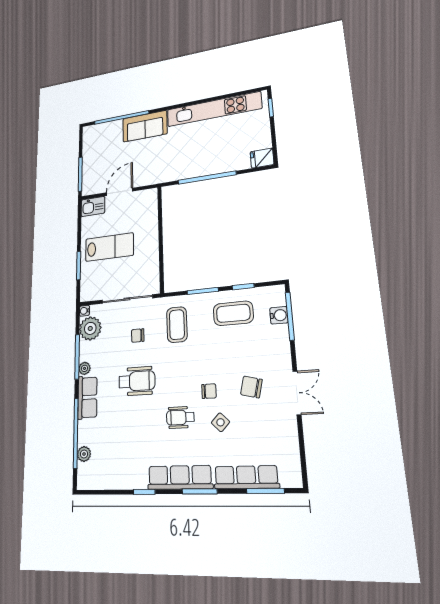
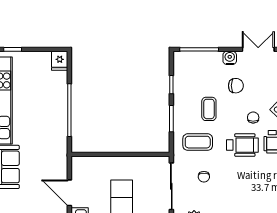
coffee table: (233, 313) -> (209, 109), moved, width x0.73, depth x0.77
water cooler: (279, 315) -> (230, 58), moved
wheelchair: (137, 381) -> (242, 145), moved, turned 90
chair: (251, 387) -> (236, 86), moved, turned -104

